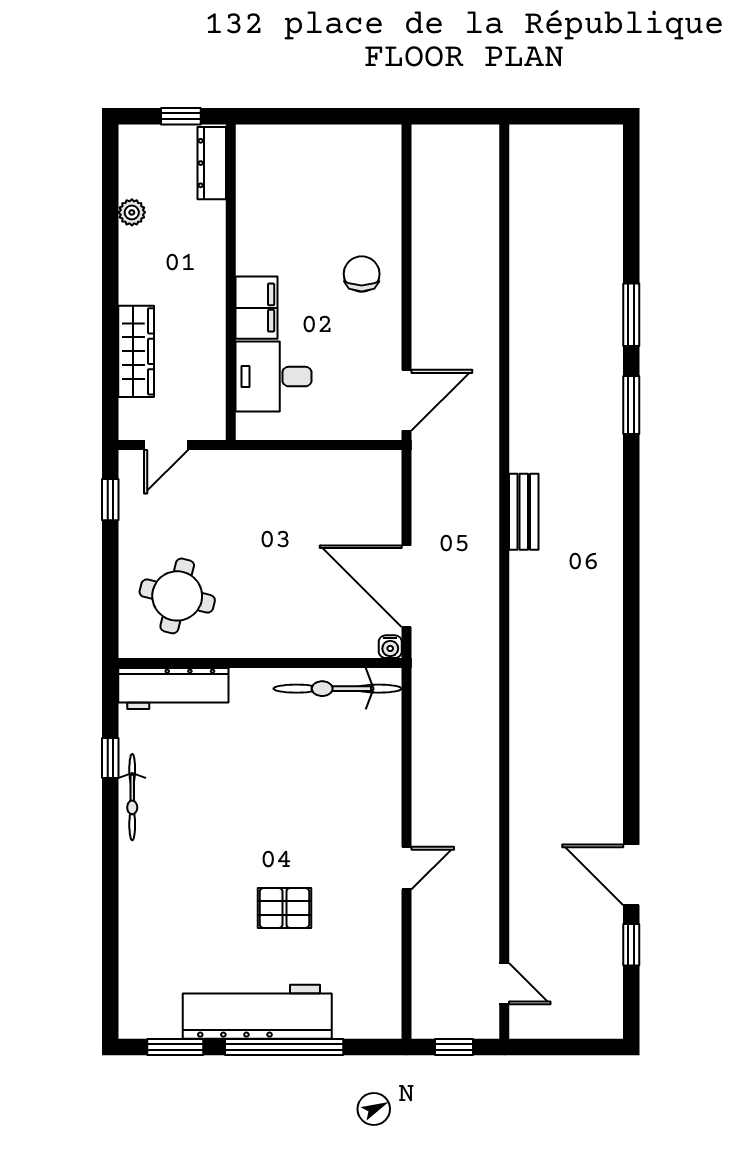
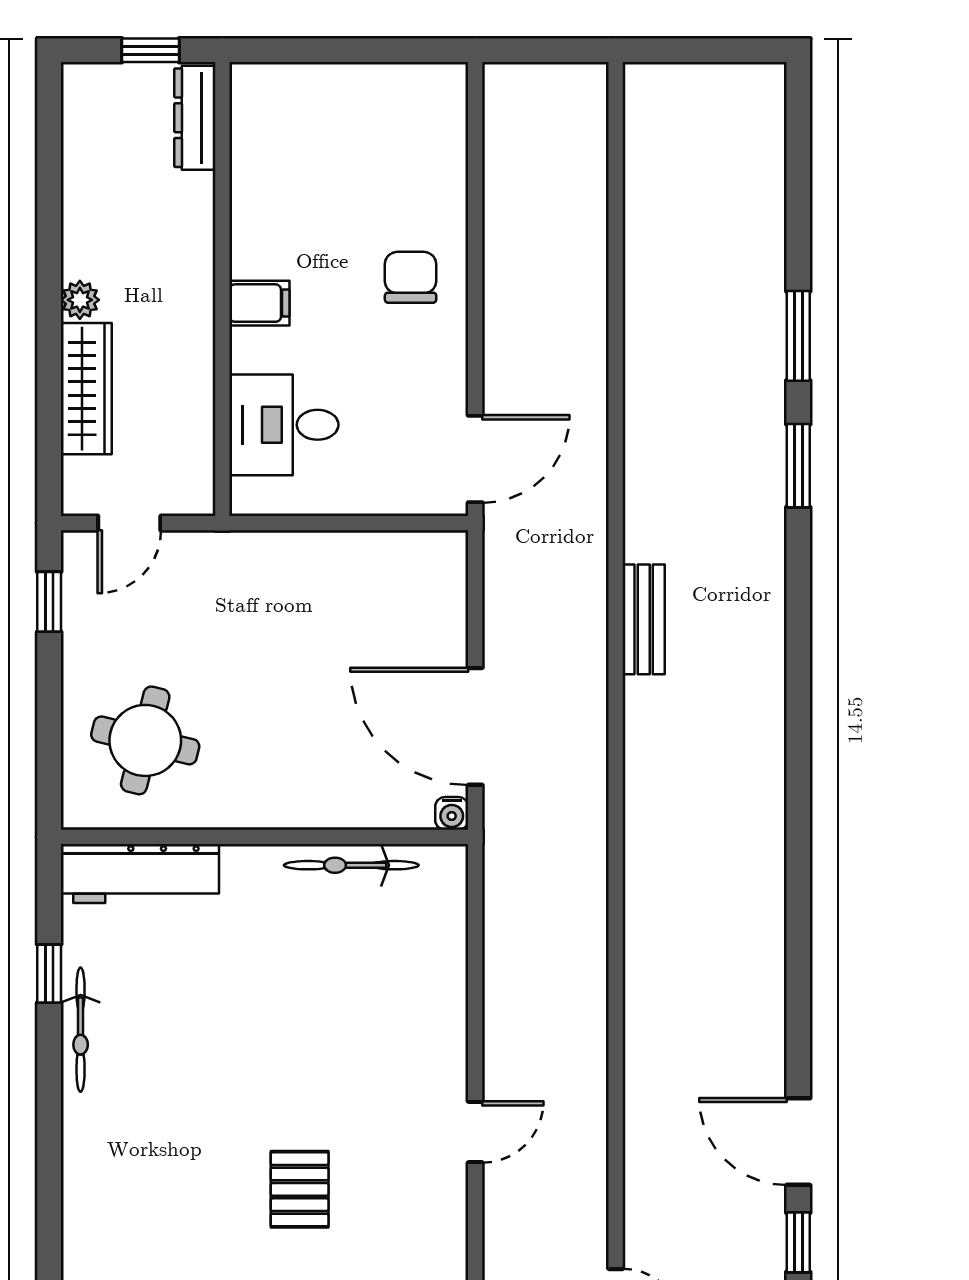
plant: (132, 212) -> (80, 300), moved
filing cabinet: (257, 308) -> (259, 303), width x0.50
bicycle: (338, 689) -> (351, 865), width x0.73, depth x0.71
pallet: (284, 908) -> (300, 1189), turned 90

